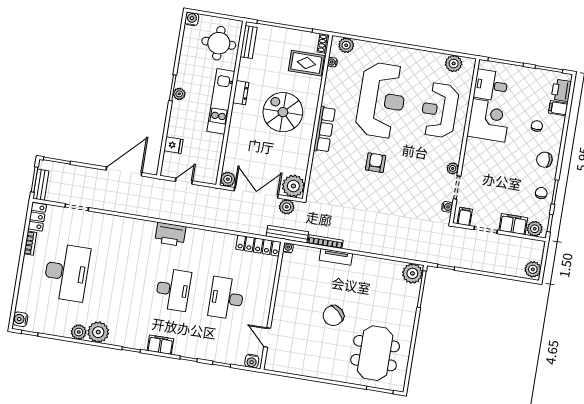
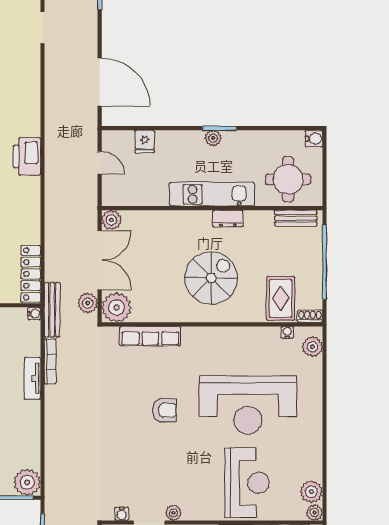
plant: (469, 64) -> (314, 512), added
reception desk: (439, 110) -> (247, 483), turned 90
row of seats: (324, 129) -> (150, 336), moved

